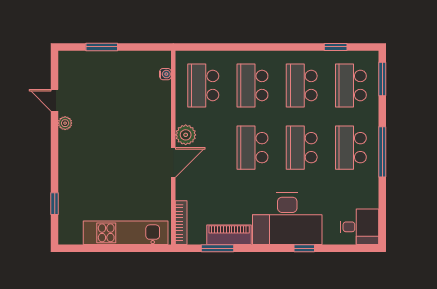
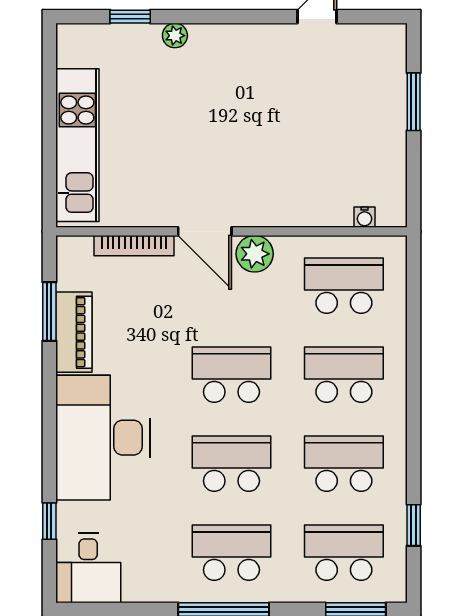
plant: (65, 123) -> (175, 36), moved
bookcase: (181, 223) -> (134, 246), moved
window: (304, 248) -> (49, 521), moved

